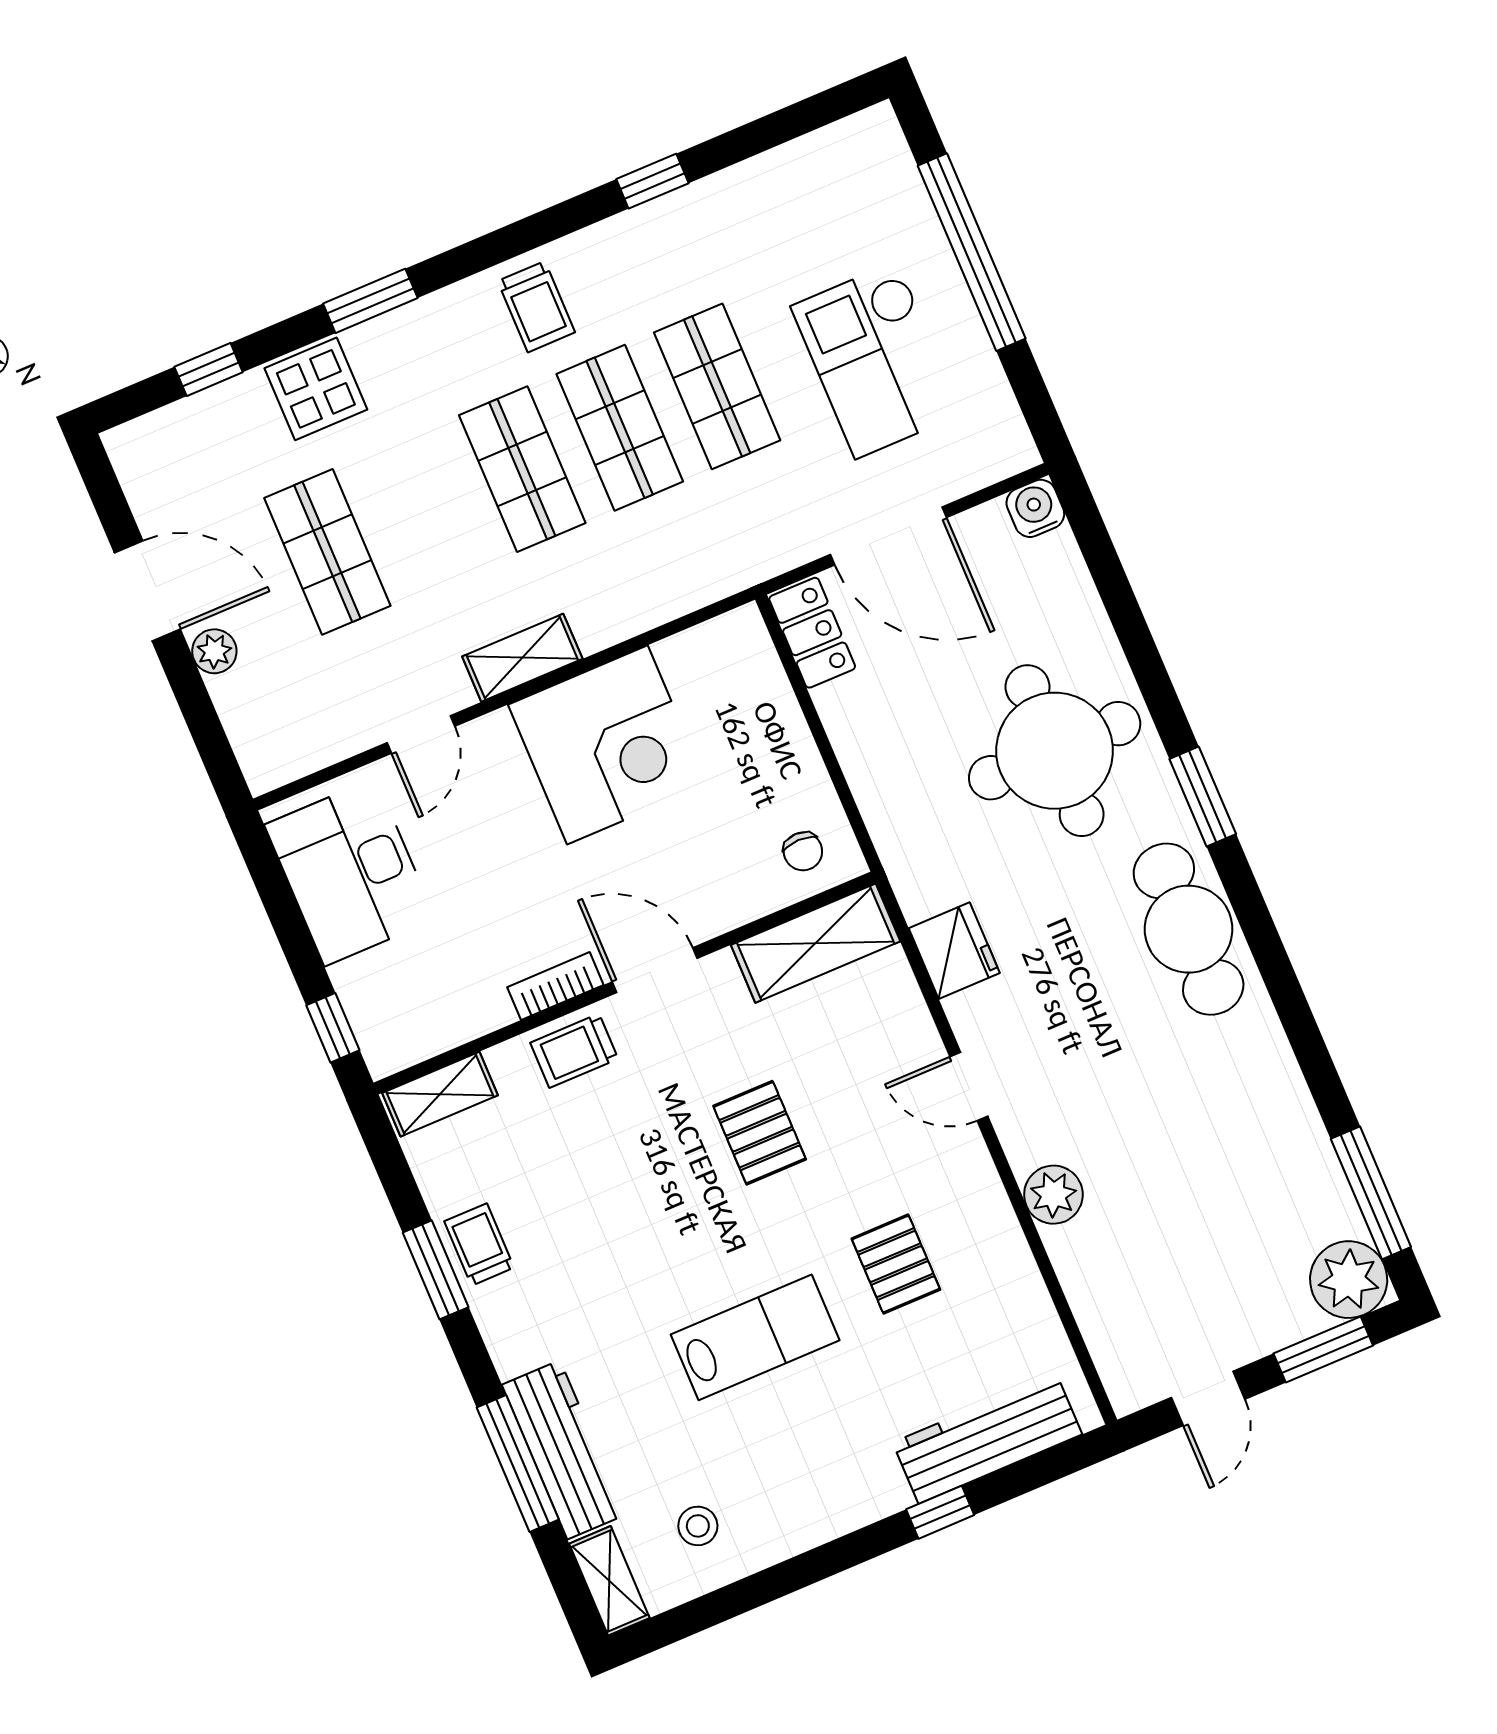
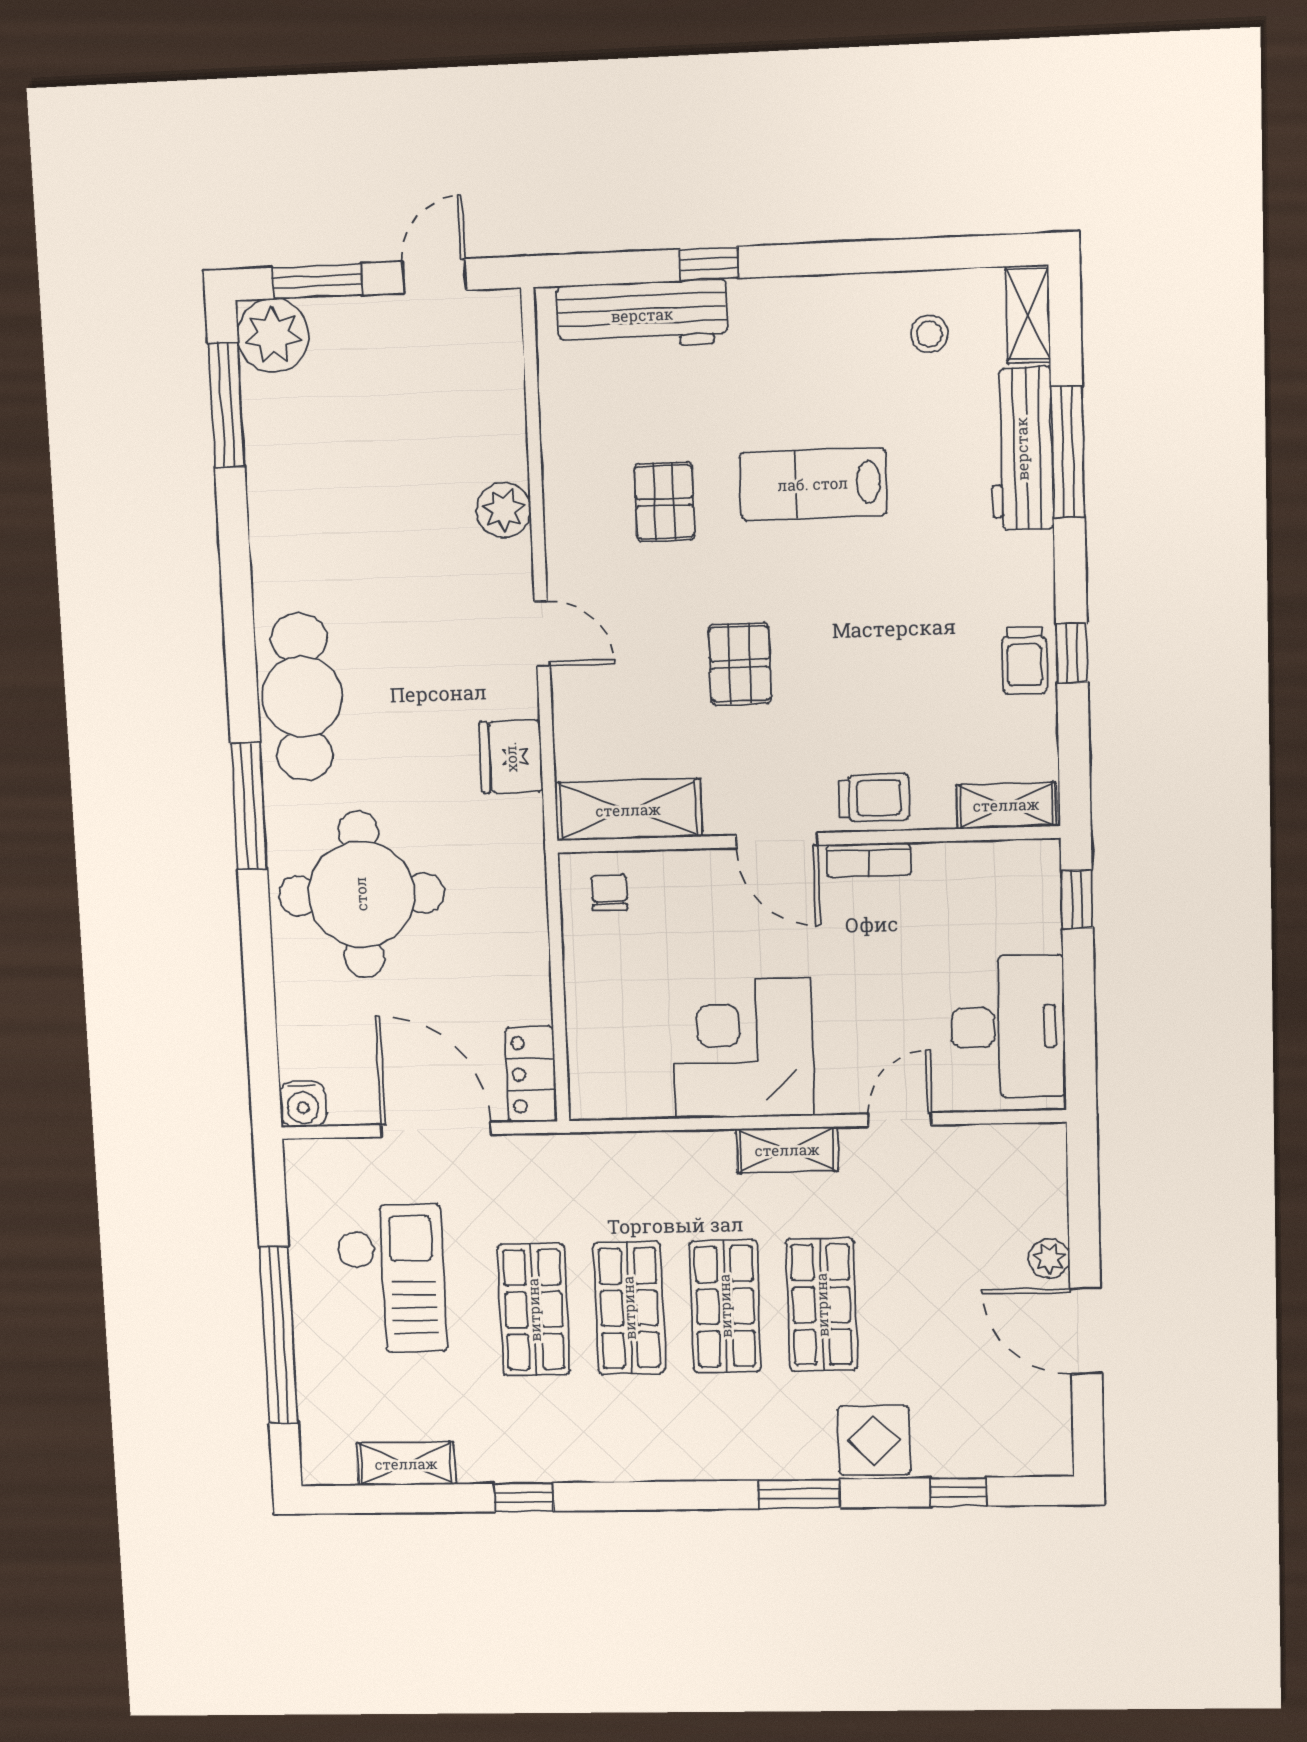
shelving: (789, 167) -> (406, 1464), added
trolley: (536, 307) -> (661, 1434), removed
shop shelf: (327, 552) -> (822, 1305), moved
window: (1203, 796) -> (249, 806), width x1.44
window: (436, 1270) -> (1072, 653), width x0.67

